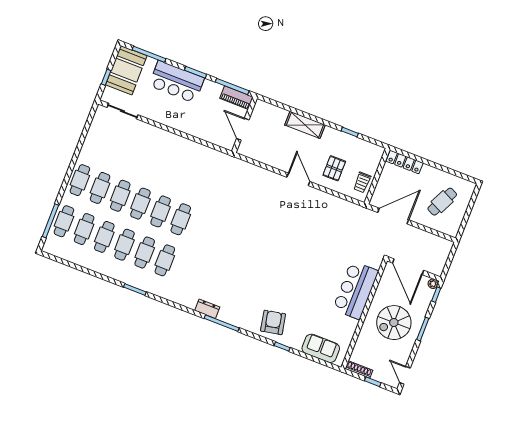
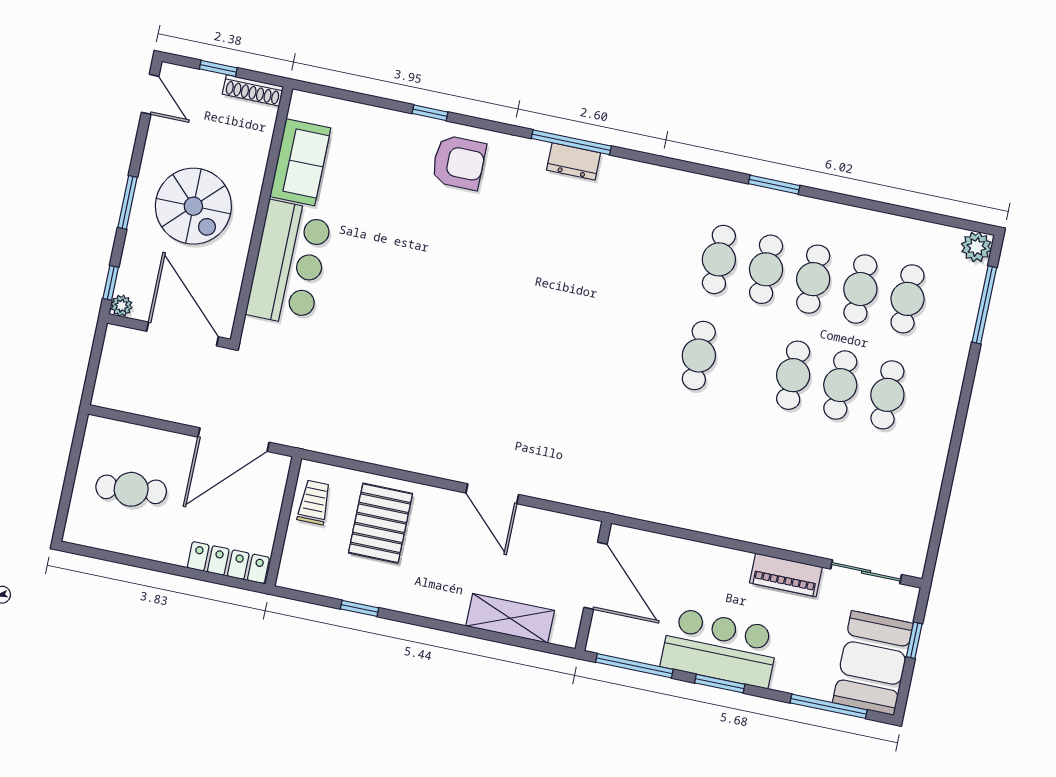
bar counter: (177, 82) -> (720, 648), moved
piano: (236, 98) -> (786, 575), moved, turned 180
shelving: (305, 125) -> (510, 618), moved
door: (243, 129) -> (595, 576), width x1.36
pallet: (334, 168) -> (380, 523), width x1.50, depth x1.42
door: (298, 179) -> (492, 494), moved
cafe table: (80, 180) -> (935, 405), removed
cafe table: (442, 202) -> (131, 489), turned 58
cafe table: (161, 211) -> (746, 365), removed
cafe table: (64, 221) -> (955, 309), removed
plant: (50, 247) -> (976, 247), added
dresser: (207, 309) -> (574, 161), moved
armchair: (273, 322) -> (459, 163), turned -79
spiral stairs: (394, 323) -> (193, 206), turned 90
sofa: (321, 348) -> (300, 162), moved, turned -90

